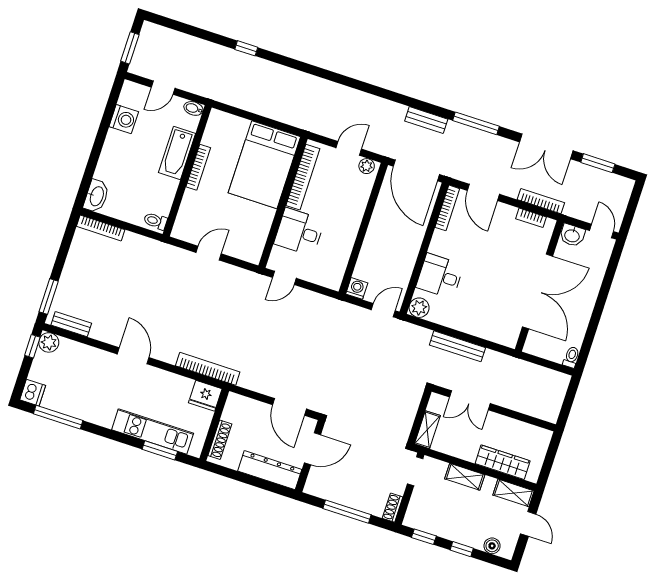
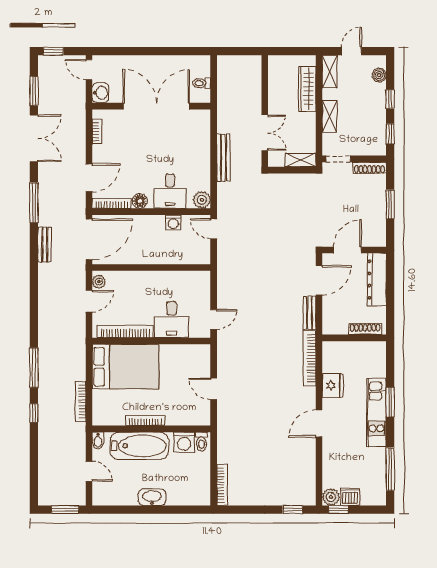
window: (296, 64) -> (34, 368), added
washing machine: (124, 119) -> (184, 442), moved, turned 180
door: (349, 148) -> (89, 301), swing flipped
bathtub: (177, 153) -> (139, 446), width x1.36, depth x1.36
washbasin: (96, 196) -> (152, 497), moved
window: (635, 198) -> (53, 51), added
bookcase: (541, 201) -> (81, 401), moved
door: (601, 231) -> (89, 70), hinge flipped
floor lamp: (440, 240) -> (140, 201), added
door: (284, 278) -> (214, 319), hinge flipped
washing machine: (357, 288) -> (173, 222), moved, turned -90
window: (49, 296) -> (293, 510), width x0.67
bench: (71, 324) -> (310, 313), moved
toilet: (571, 357) -> (202, 83), moved
dishwasher: (33, 393) -> (350, 497), moved
fridge: (205, 396) -> (333, 385), moved
kitchen unit: (153, 432) -> (376, 412), moved
door: (312, 449) -> (348, 250), hinge flipped
window: (160, 450) -> (390, 402), moved
shoe rack: (393, 508) -> (369, 168), width x1.43
window: (347, 512) -> (390, 204), width x0.69

